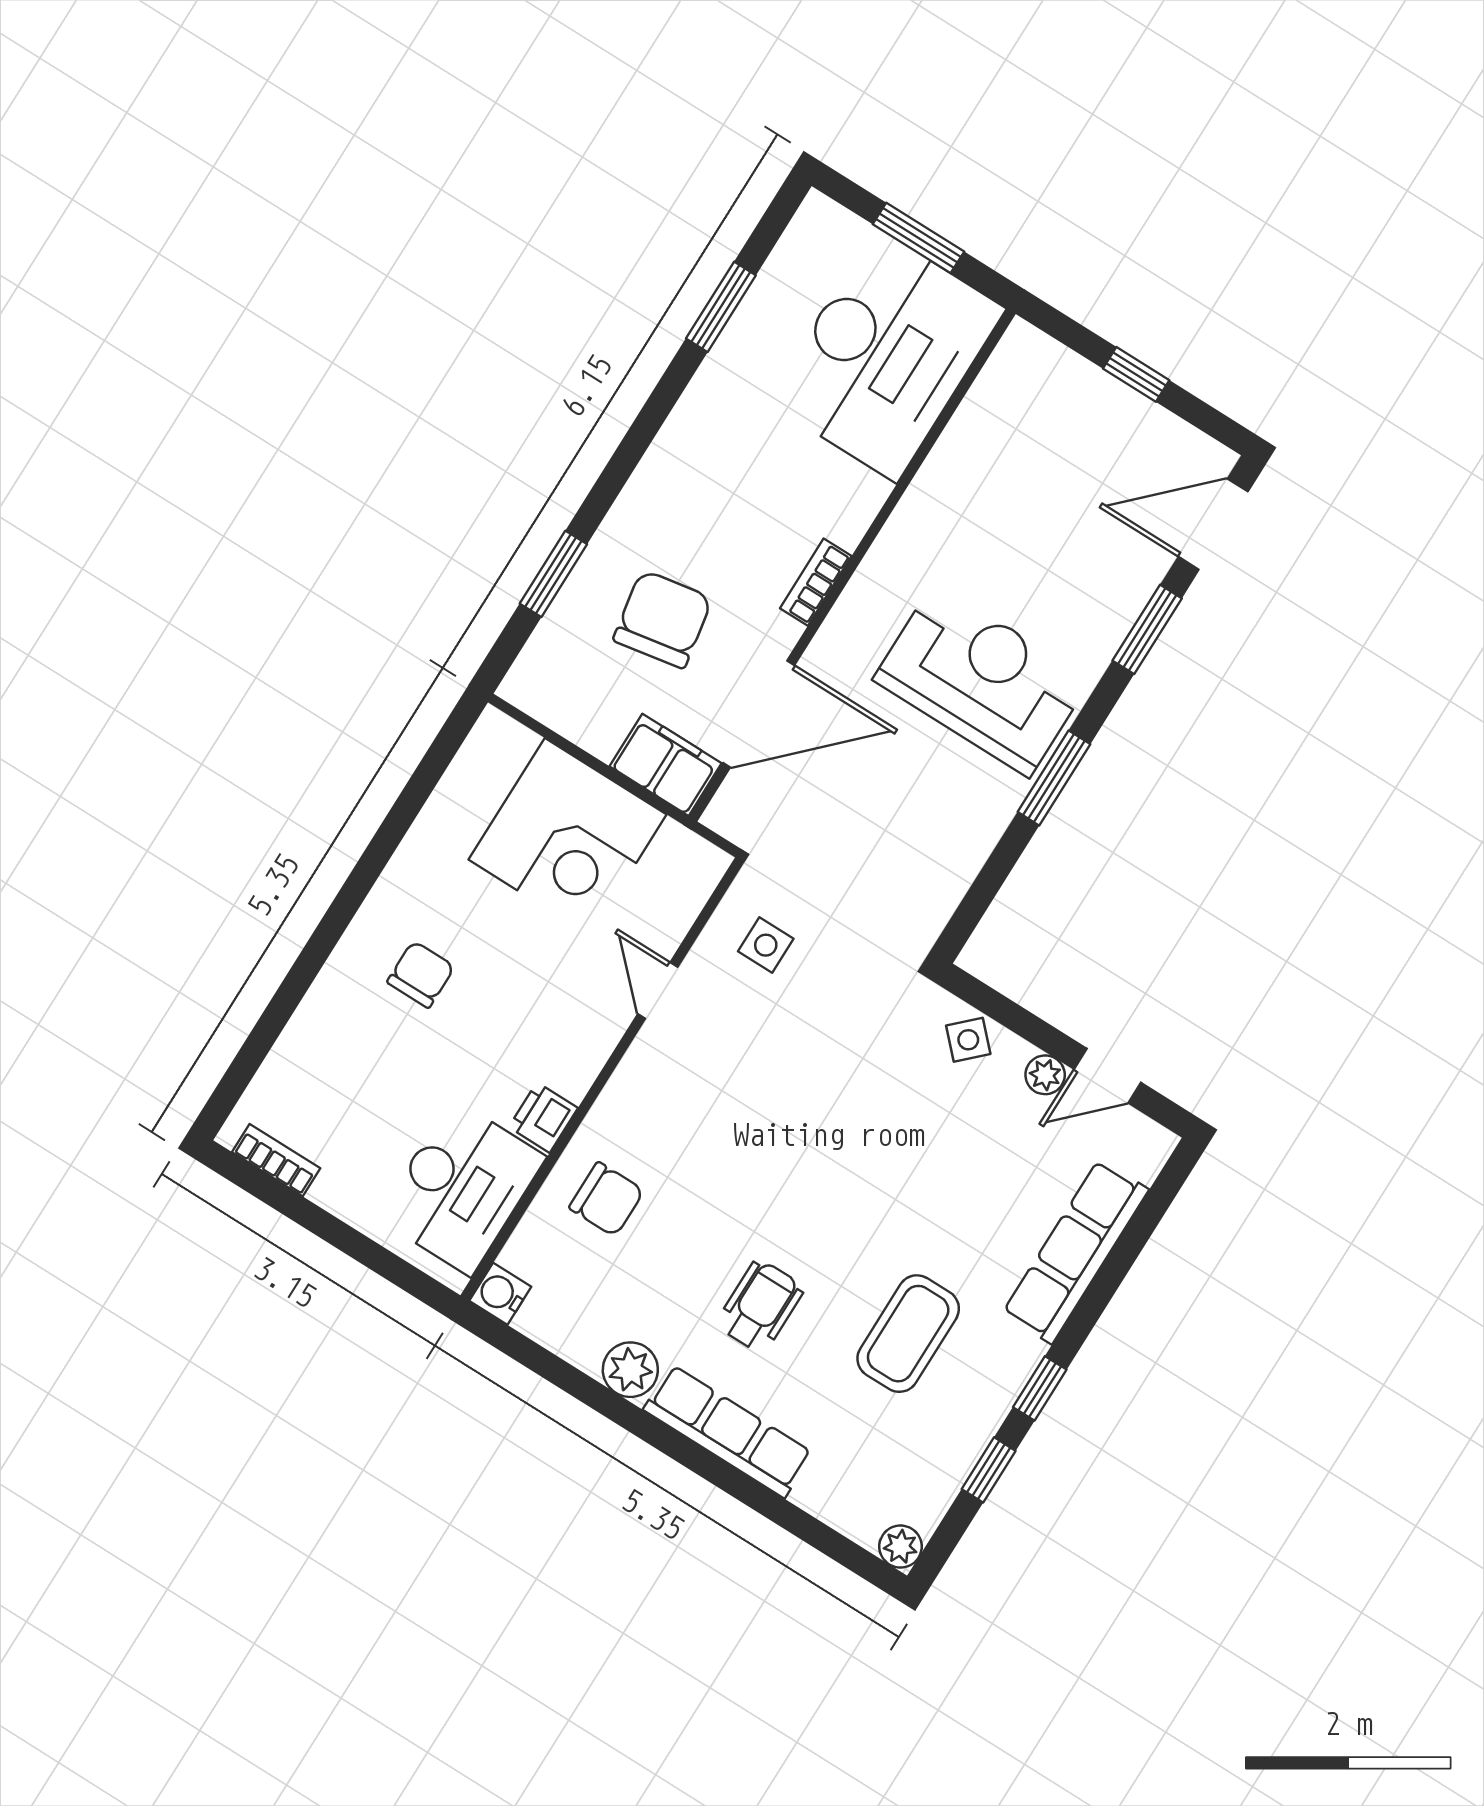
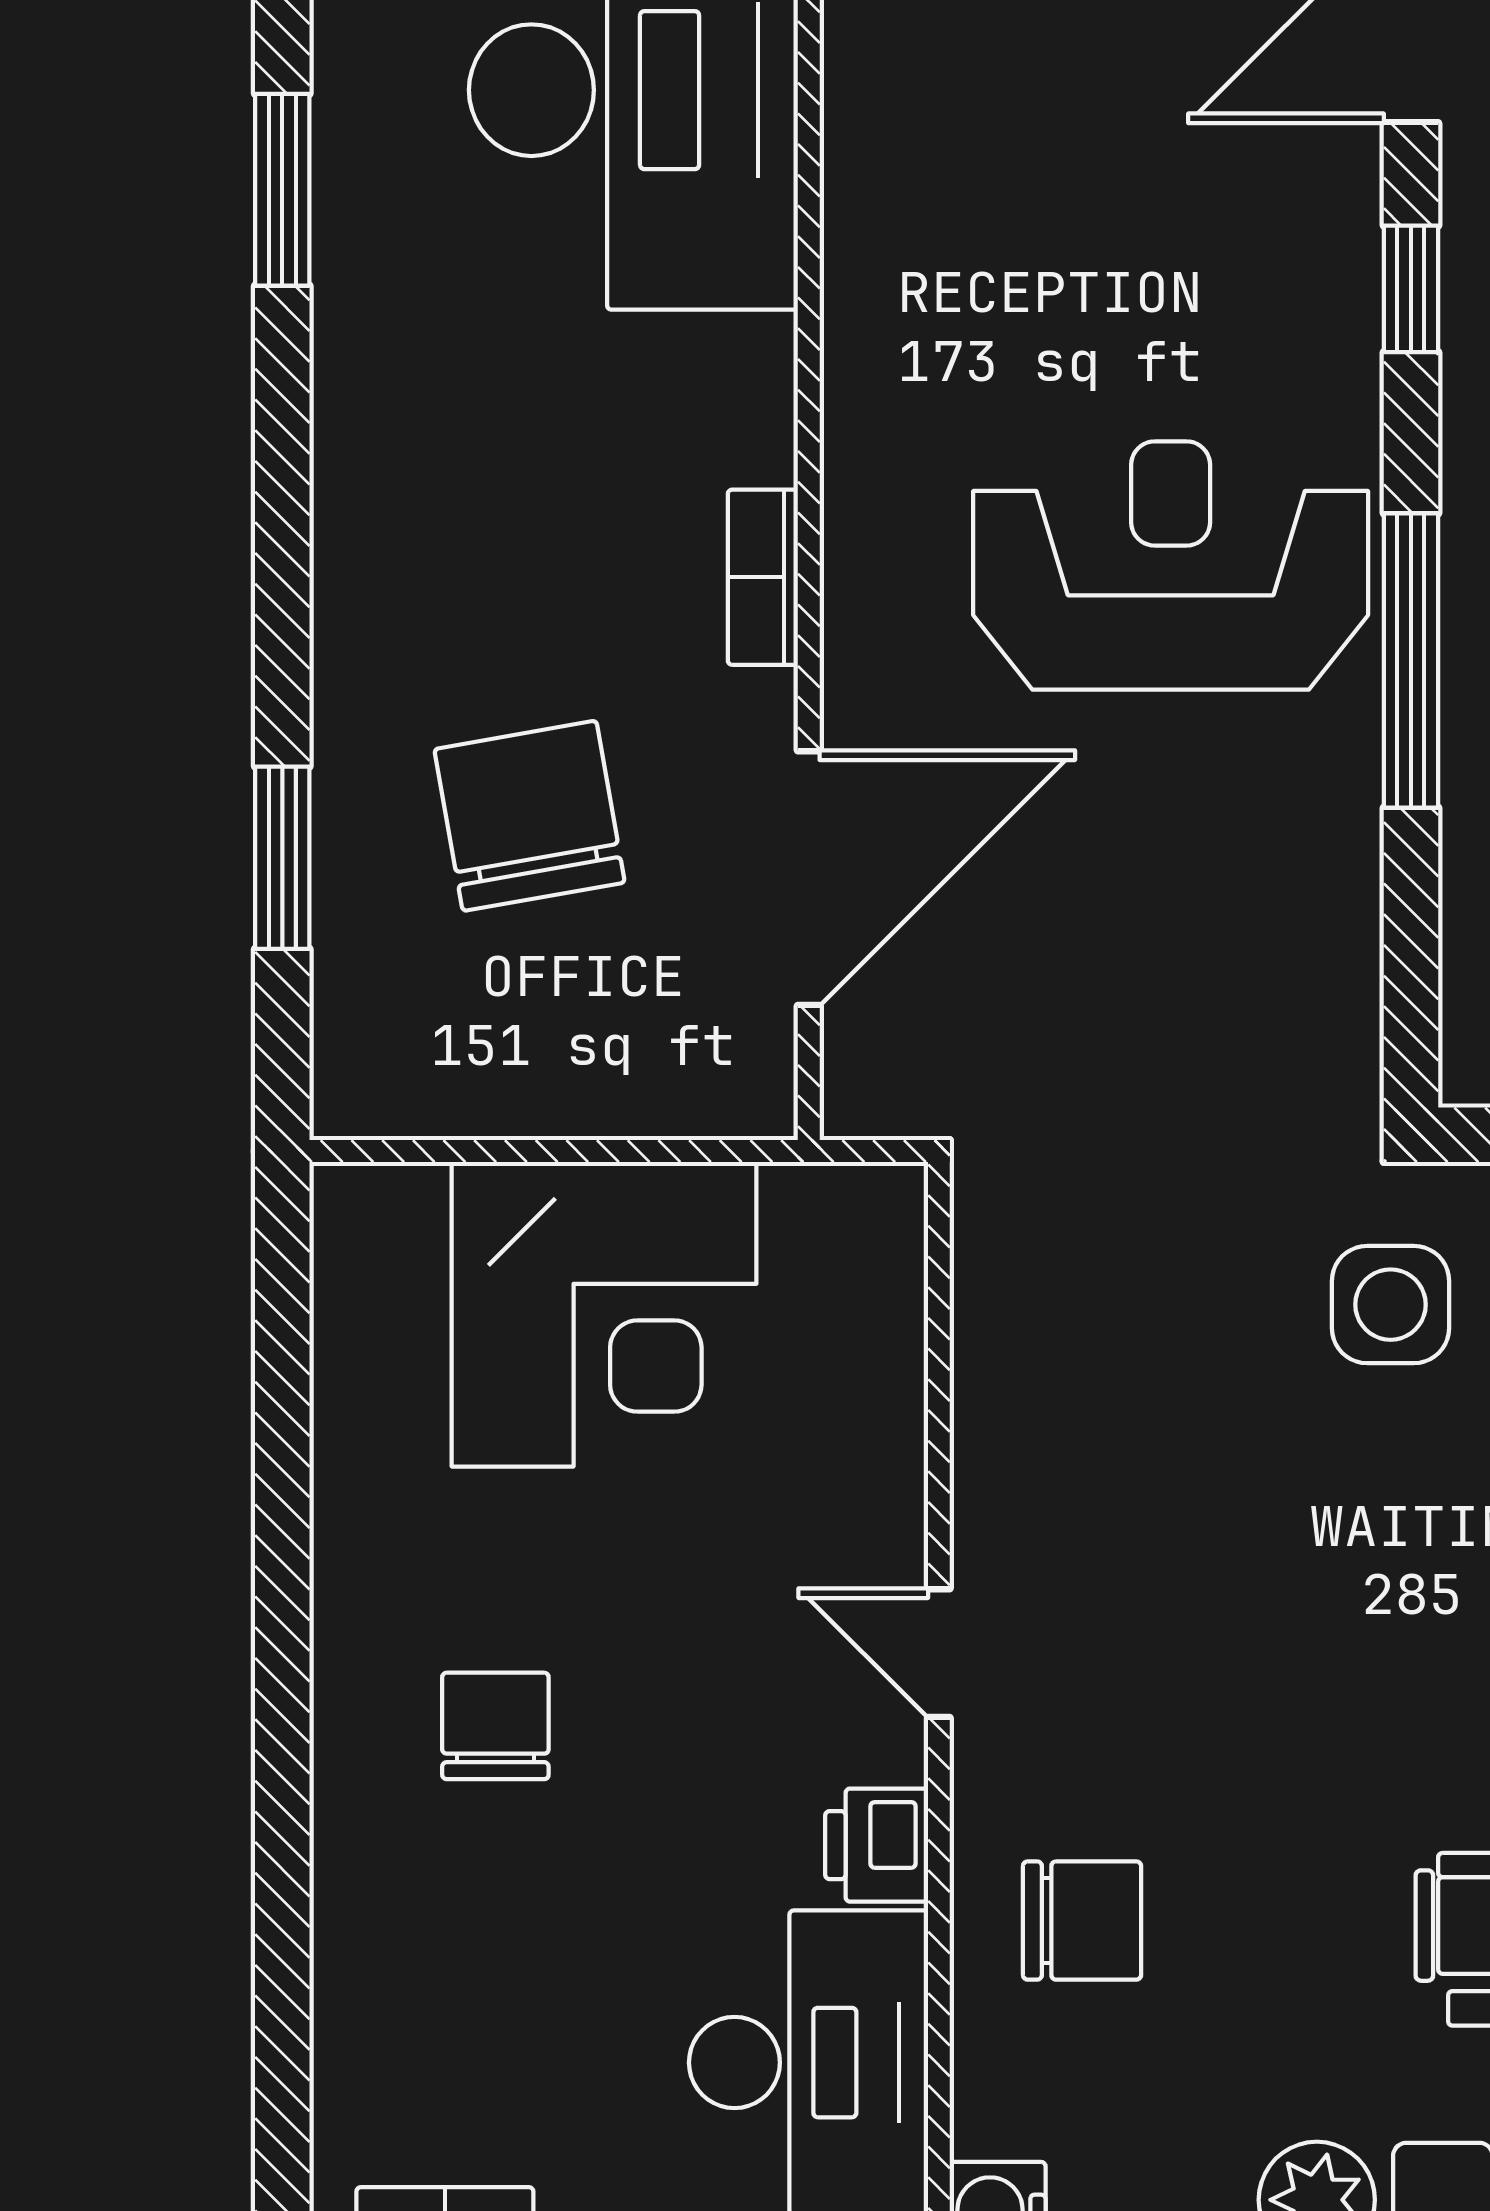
window: (1147, 629) -> (1411, 289), width x0.67
filing cabinet: (666, 765) -> (699, 1074), removed
window: (1054, 778) -> (1411, 660), width x1.44
side table: (766, 945) -> (1391, 1305), moved, width x1.37, depth x1.37
door: (658, 991) -> (939, 1653), moved

